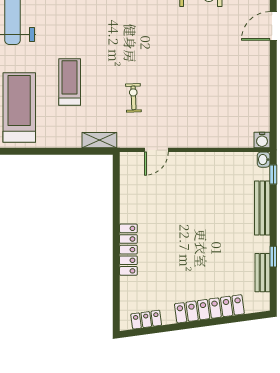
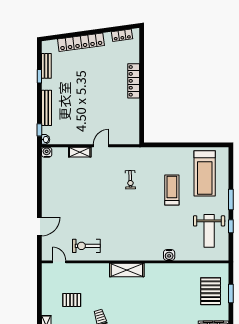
treadmill: (70, 82) -> (172, 190), turned 180
shelving: (99, 140) -> (80, 152), moved
door: (156, 150) -> (101, 146), moved

